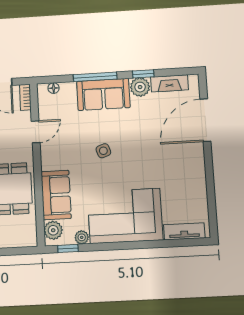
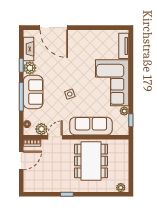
door: (36, 132) -> (55, 137), hinge flipped
sofa: (56, 195) -> (91, 126), width x1.36
plant: (53, 230) -> (41, 129), moved

